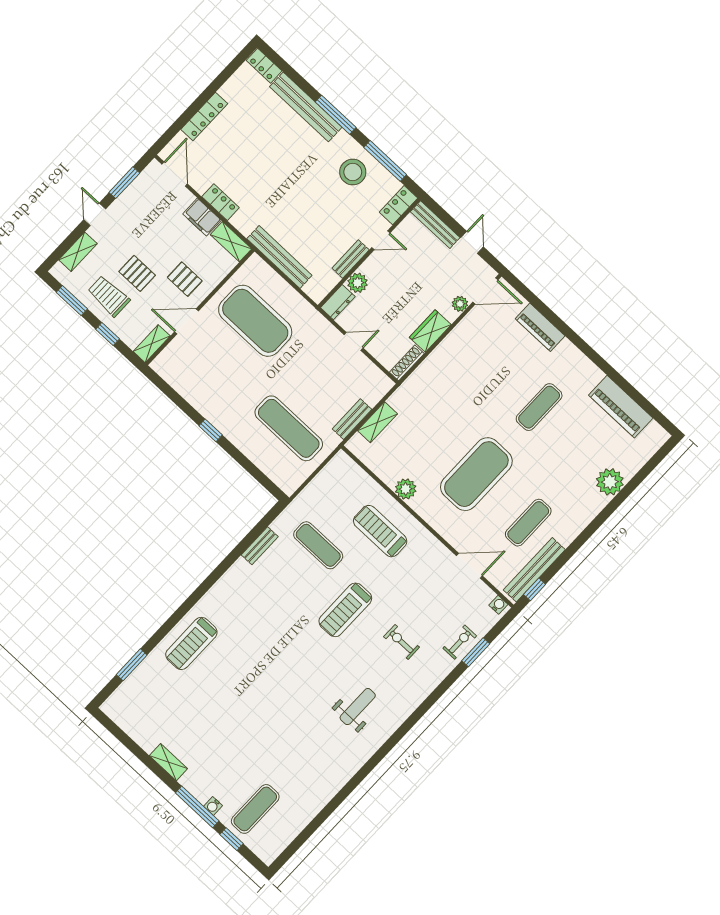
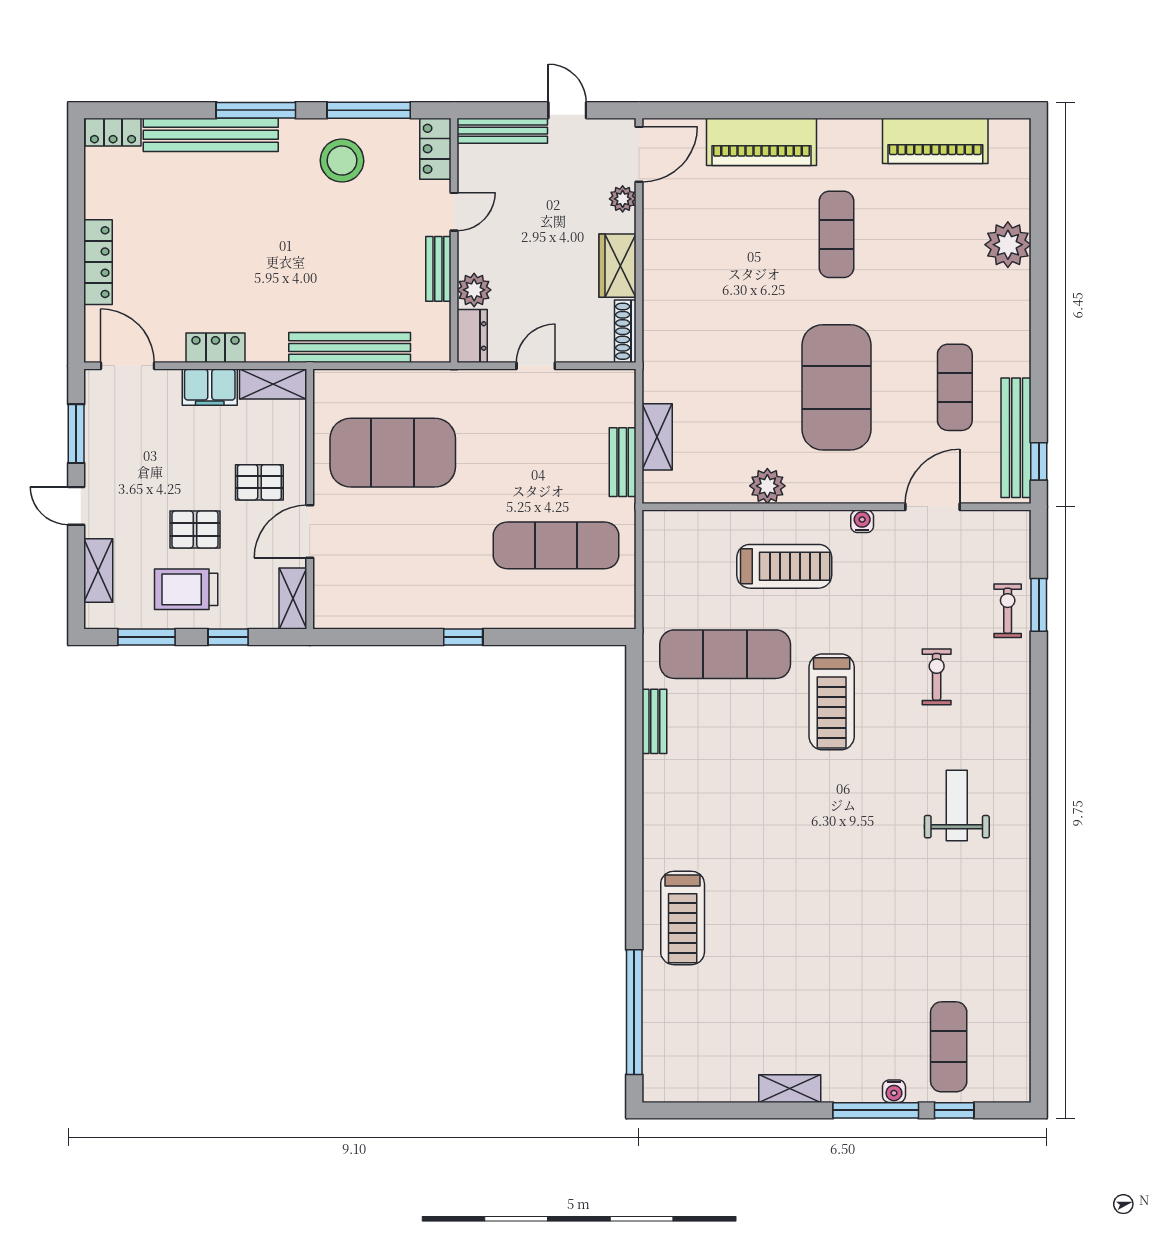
piano: (540, 327) -> (762, 142), width x1.37, depth x1.33
treadmill: (380, 531) -> (784, 566), turned 180
exercise mat: (318, 545) -> (725, 654), width x1.36, depth x1.45
water cooler: (498, 605) -> (862, 521), moved
exercise bike: (402, 642) -> (937, 677), turned 90
window: (132, 665) -> (634, 1012), width x2.11

